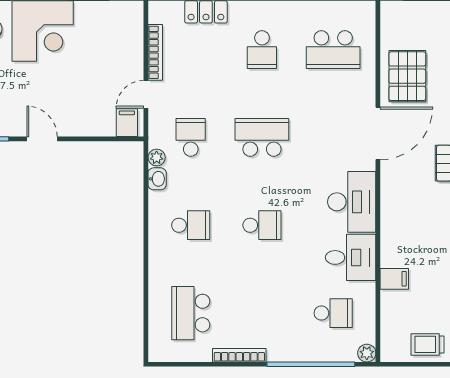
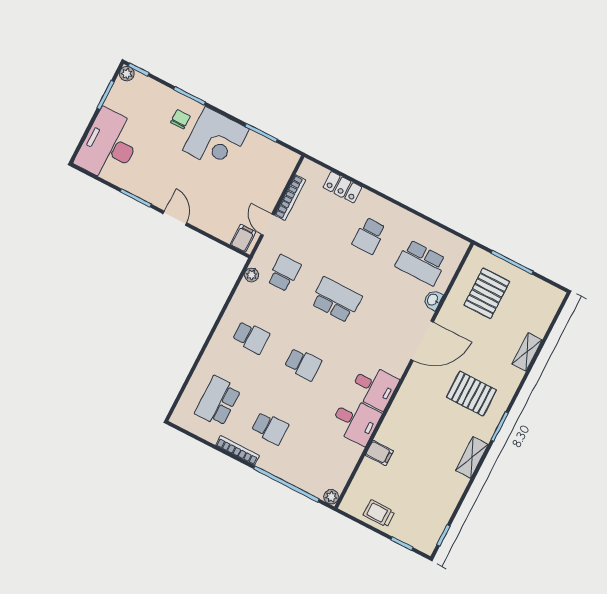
pallet: (407, 76) -> (487, 293), moved
door: (146, 94) -> (268, 225), hinge flipped
washbasin: (157, 179) -> (433, 300), moved, turned 180
desk: (352, 202) -> (374, 387), width x0.73
school desk: (333, 313) -> (270, 428), moved

